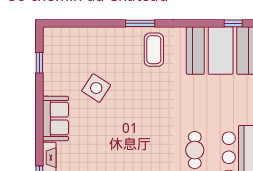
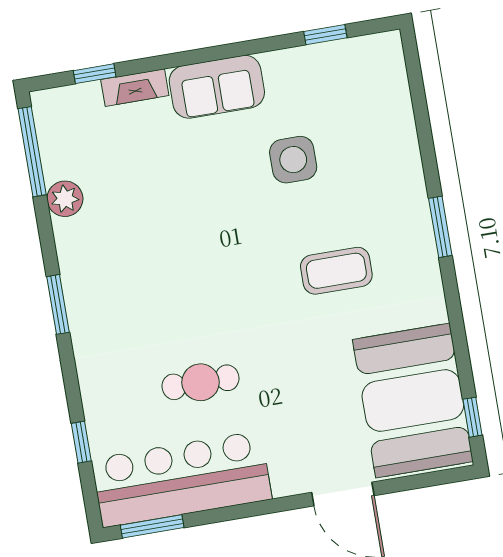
coffee table: (154, 50) -> (336, 271), moved
side table: (96, 88) -> (293, 160), turned -33

